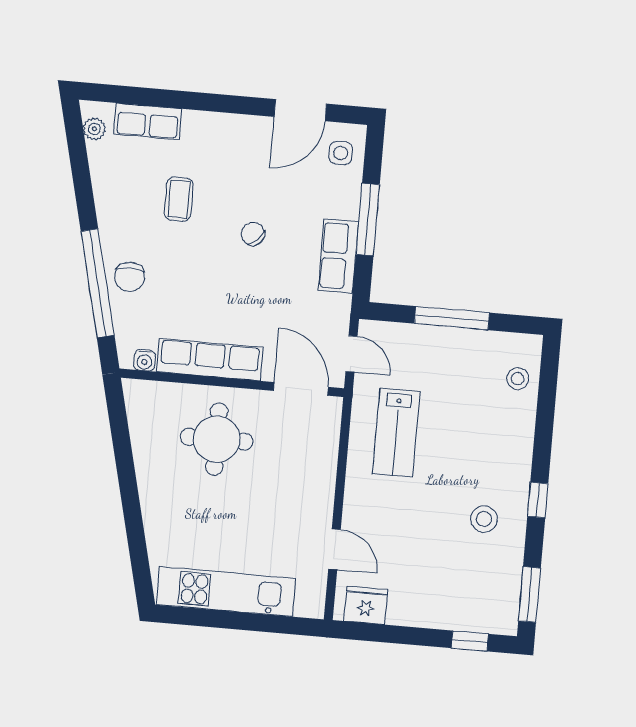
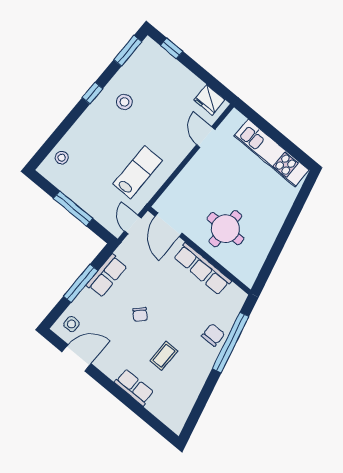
row of seats: (148, 121) -> (134, 387), moved
plant: (94, 129) -> (181, 417), removed
water cooler: (145, 360) -> (234, 290), removed

